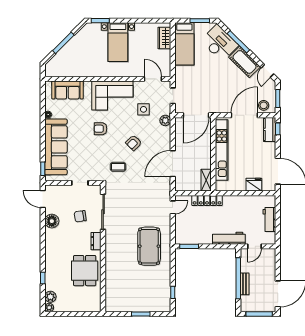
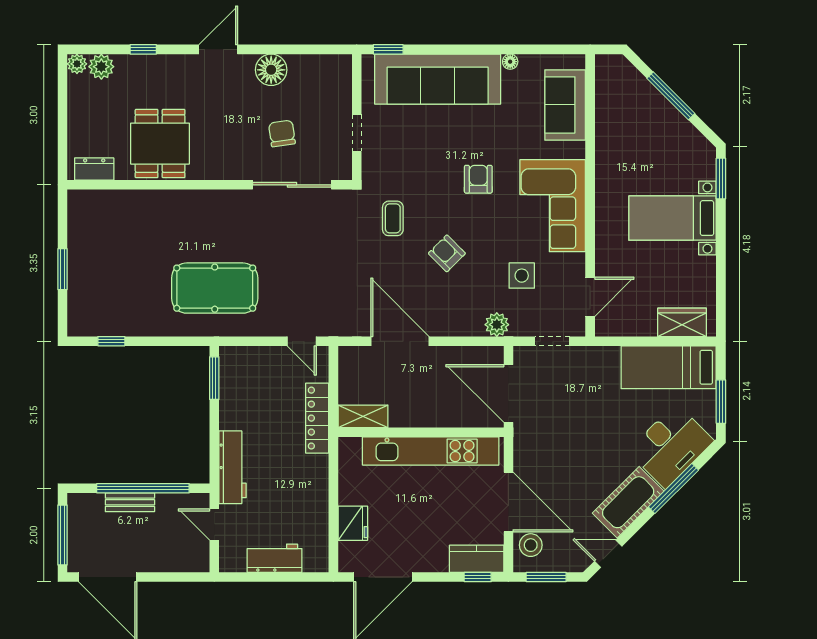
door: (43, 199) -> (218, 49), moved
dresser: (96, 241) -> (94, 169), moved
dining table: (85, 271) -> (160, 144), turned 90

